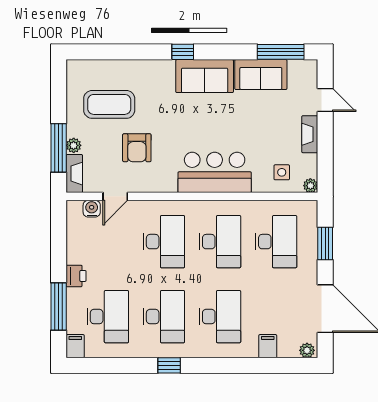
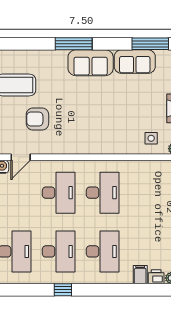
window: (183, 52) -> (74, 44), width x2.17
armchair: (137, 148) -> (37, 119), turned 90
bar counter: (215, 172) -> (98, 138), removed
desk: (276, 242) -> (147, 193), removed
printer: (288, 349) -> (156, 277), added

